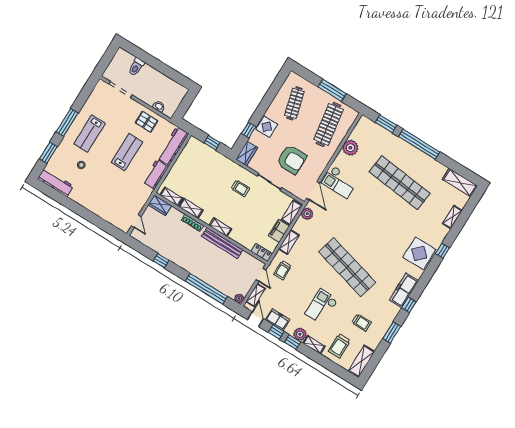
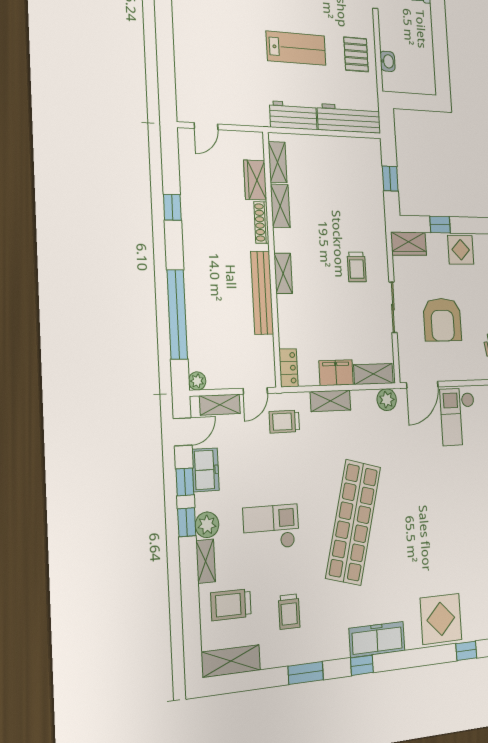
wardrobe: (160, 205) -> (255, 180), moved

